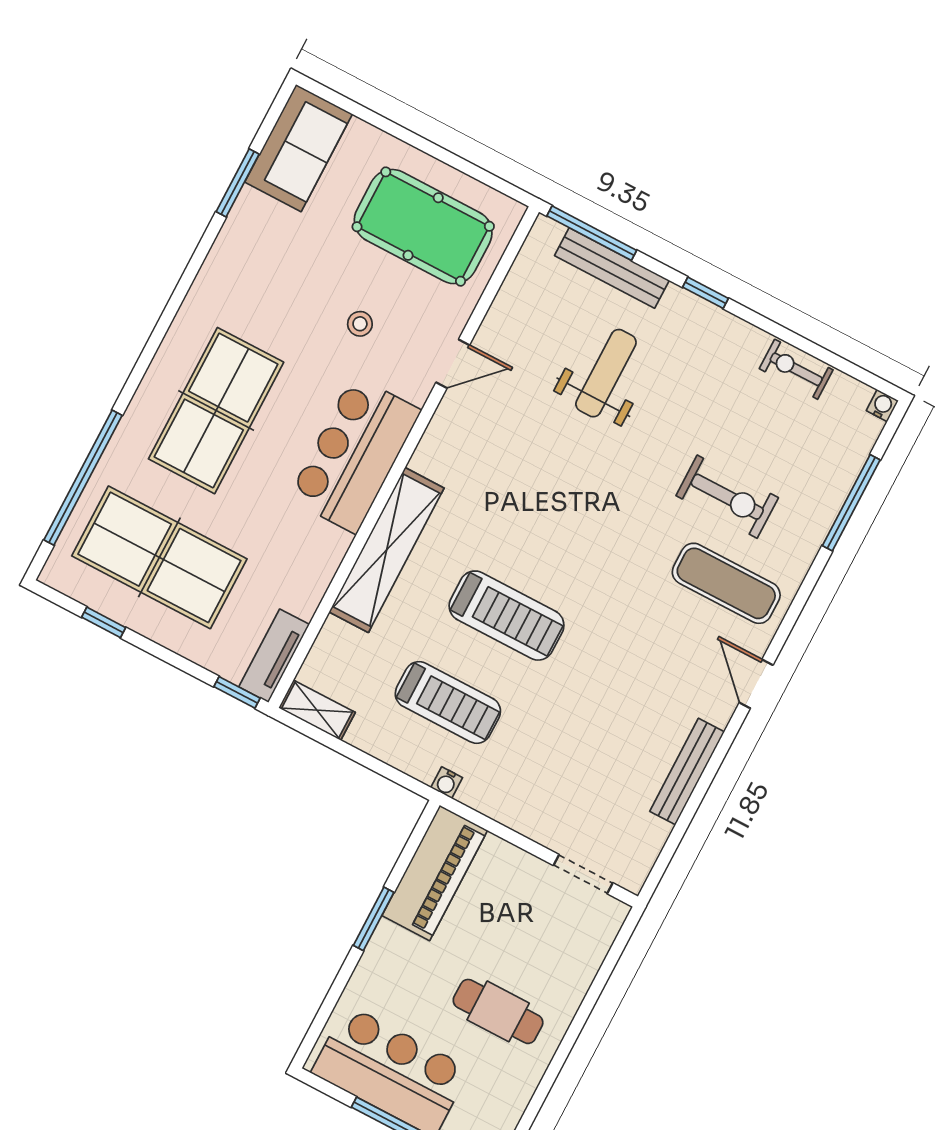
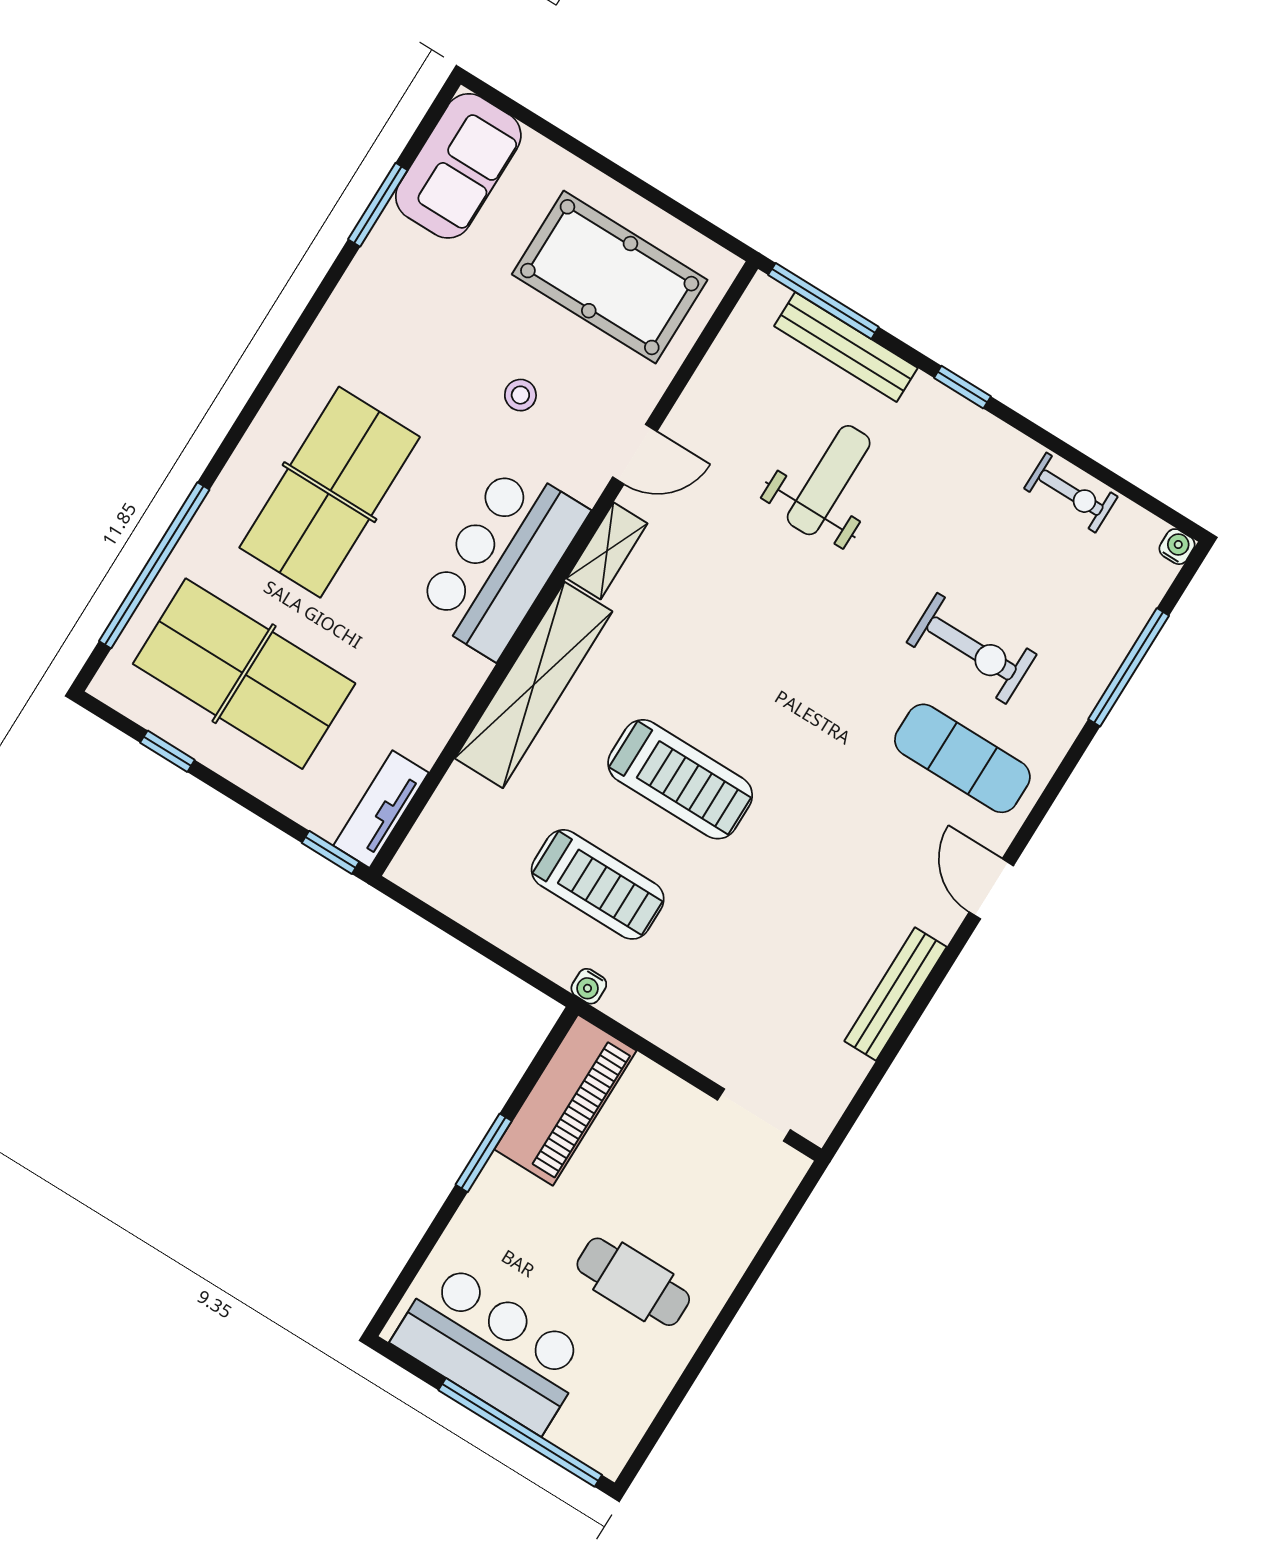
exercise bike: (796, 369) -> (1071, 493), turned 180
shelving: (317, 710) -> (607, 551), moved, turned 90

